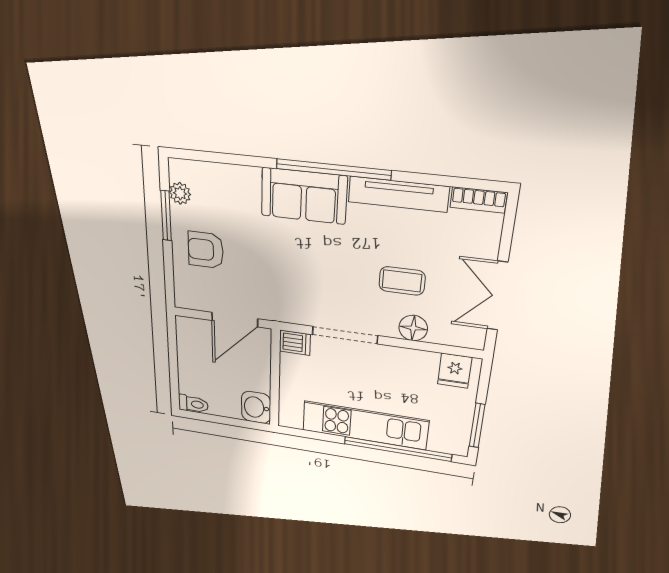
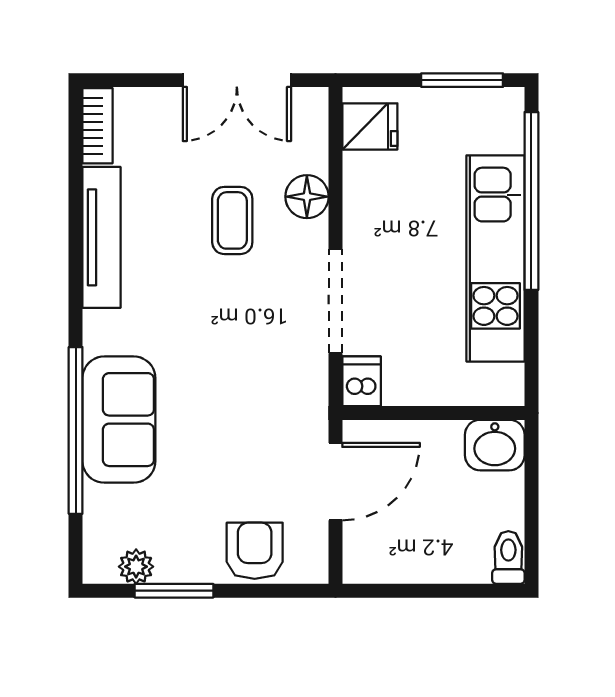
window: (333, 169) -> (76, 430), moved
sofa: (304, 196) -> (119, 420), moved
armchair: (206, 250) -> (255, 551), moved, turned 180
door: (235, 320) -> (335, 482), hinge flipped

